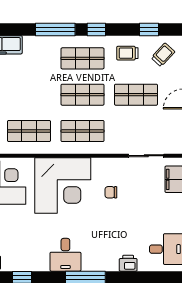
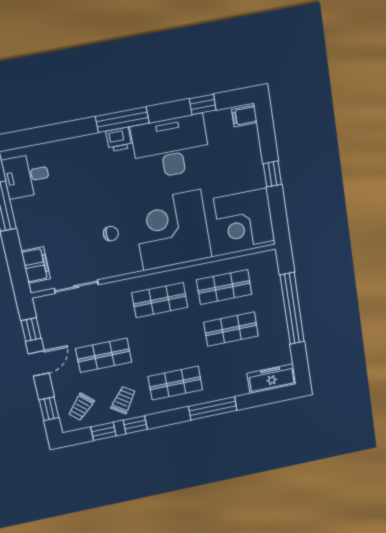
window: (96, 29) -> (135, 425), moved
trolley: (127, 53) -> (123, 400), turned -55
shop shelf: (83, 95) -> (231, 329), moved
desk: (65, 255) -> (171, 147), width x1.87, depth x1.30
printer: (128, 263) -> (119, 139), moved

